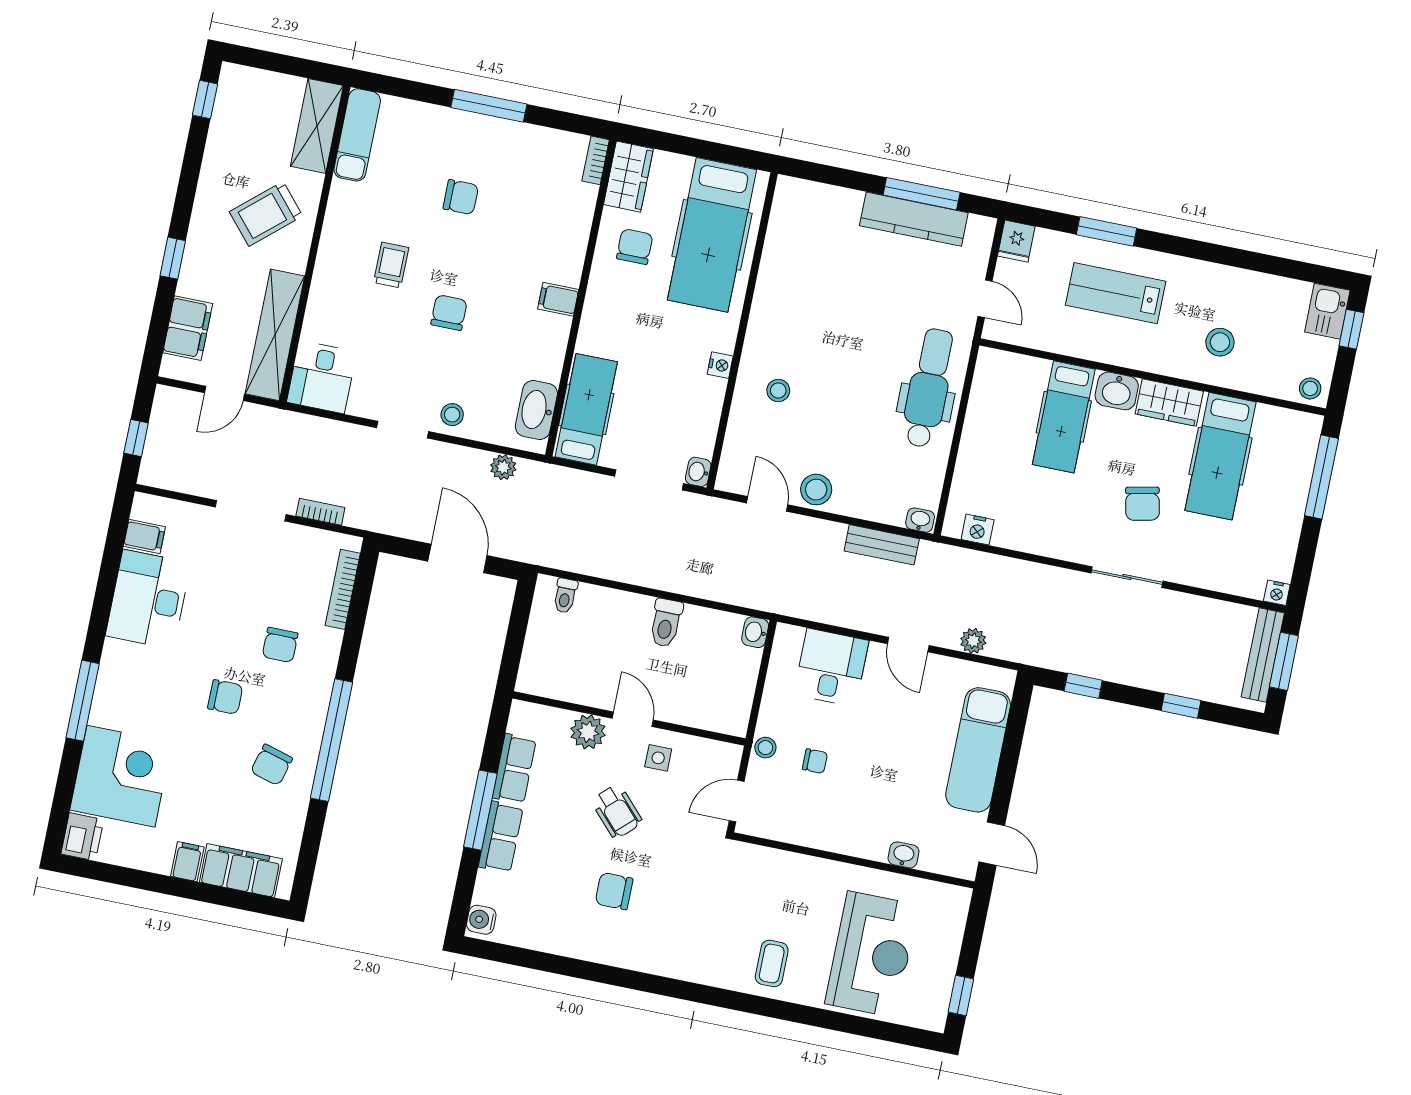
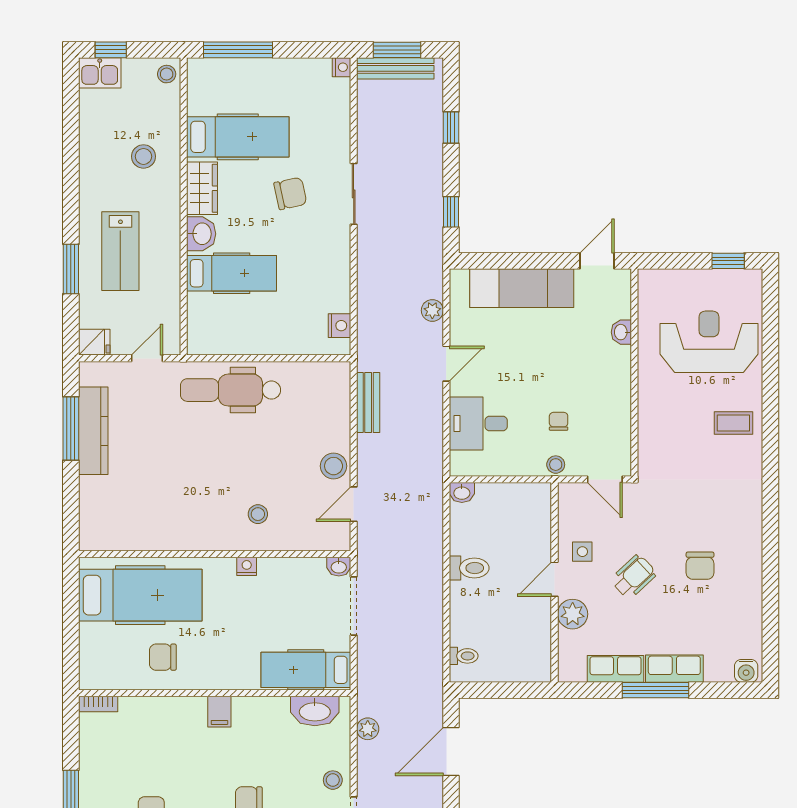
wardrobe: (628, 177) -> (106, 674), removed
washbasin: (920, 520) -> (341, 375), removed

